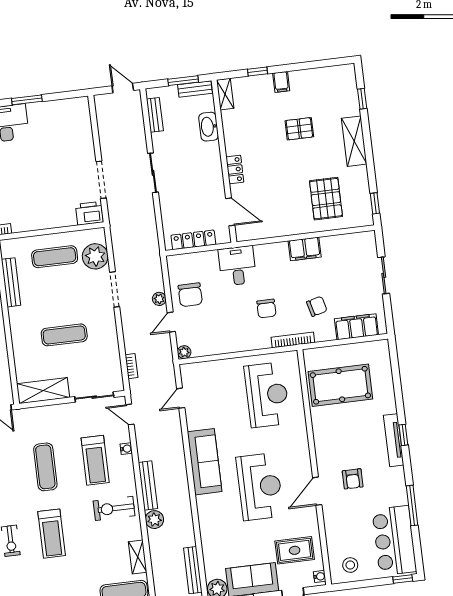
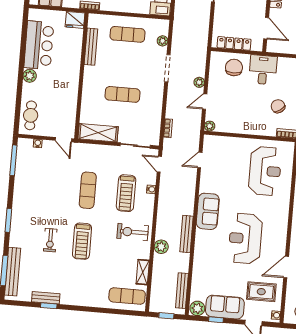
plant: (95, 256) -> (163, 41), width x0.53, depth x0.53
chair: (190, 295) -> (234, 67), moved, turned 180
chair: (266, 308) -> (278, 106), turned 144
sofa: (205, 462) -> (208, 211), width x0.73
bench: (148, 486) -> (186, 234), moved
reception desk: (260, 487) -> (245, 239), turned 180
door: (317, 491) -> (286, 267), moved

